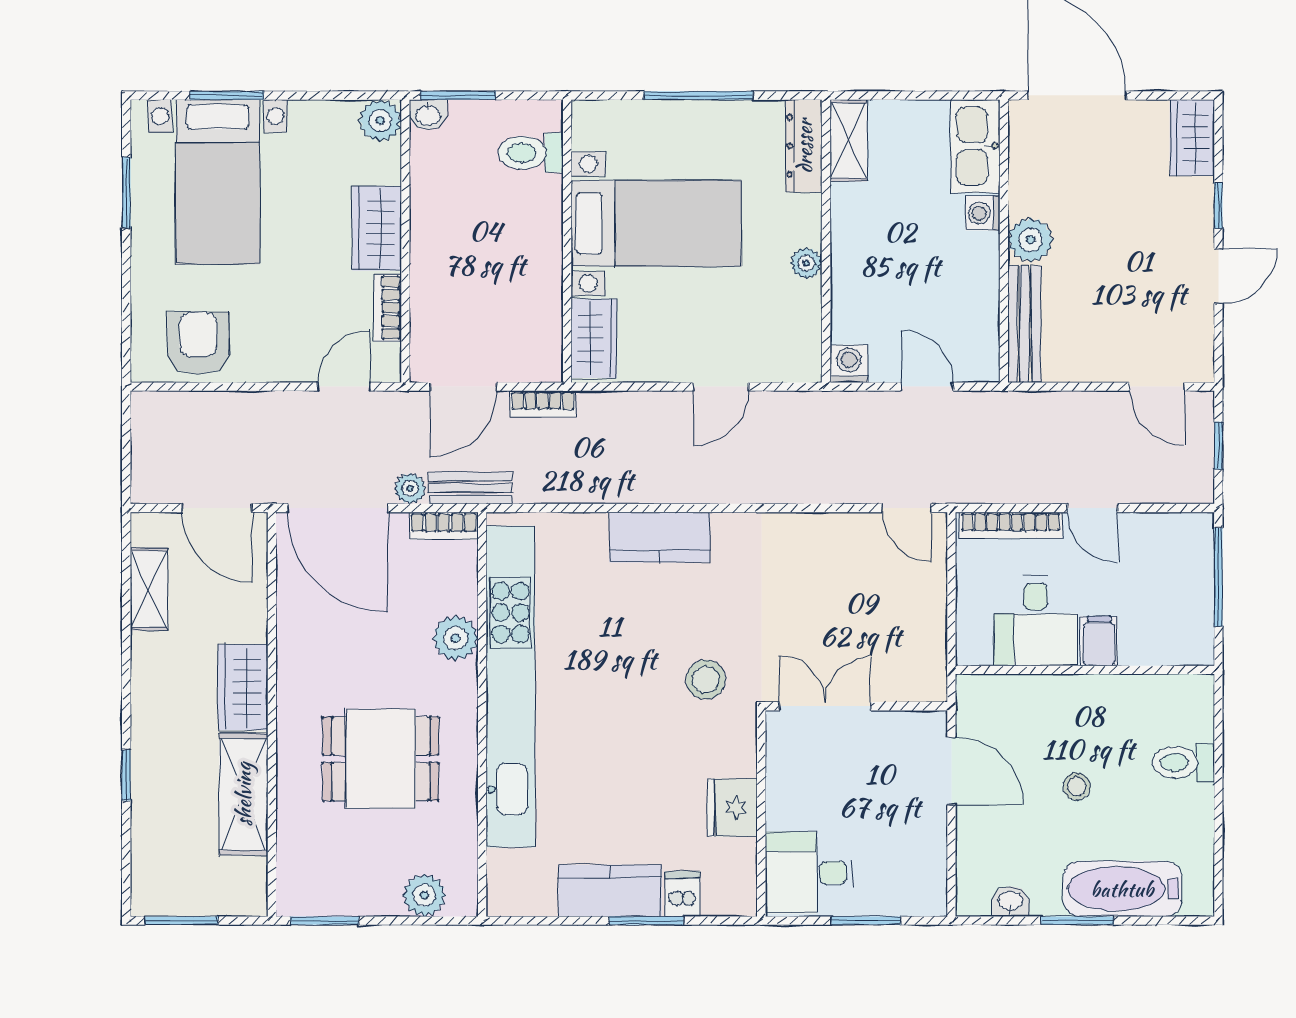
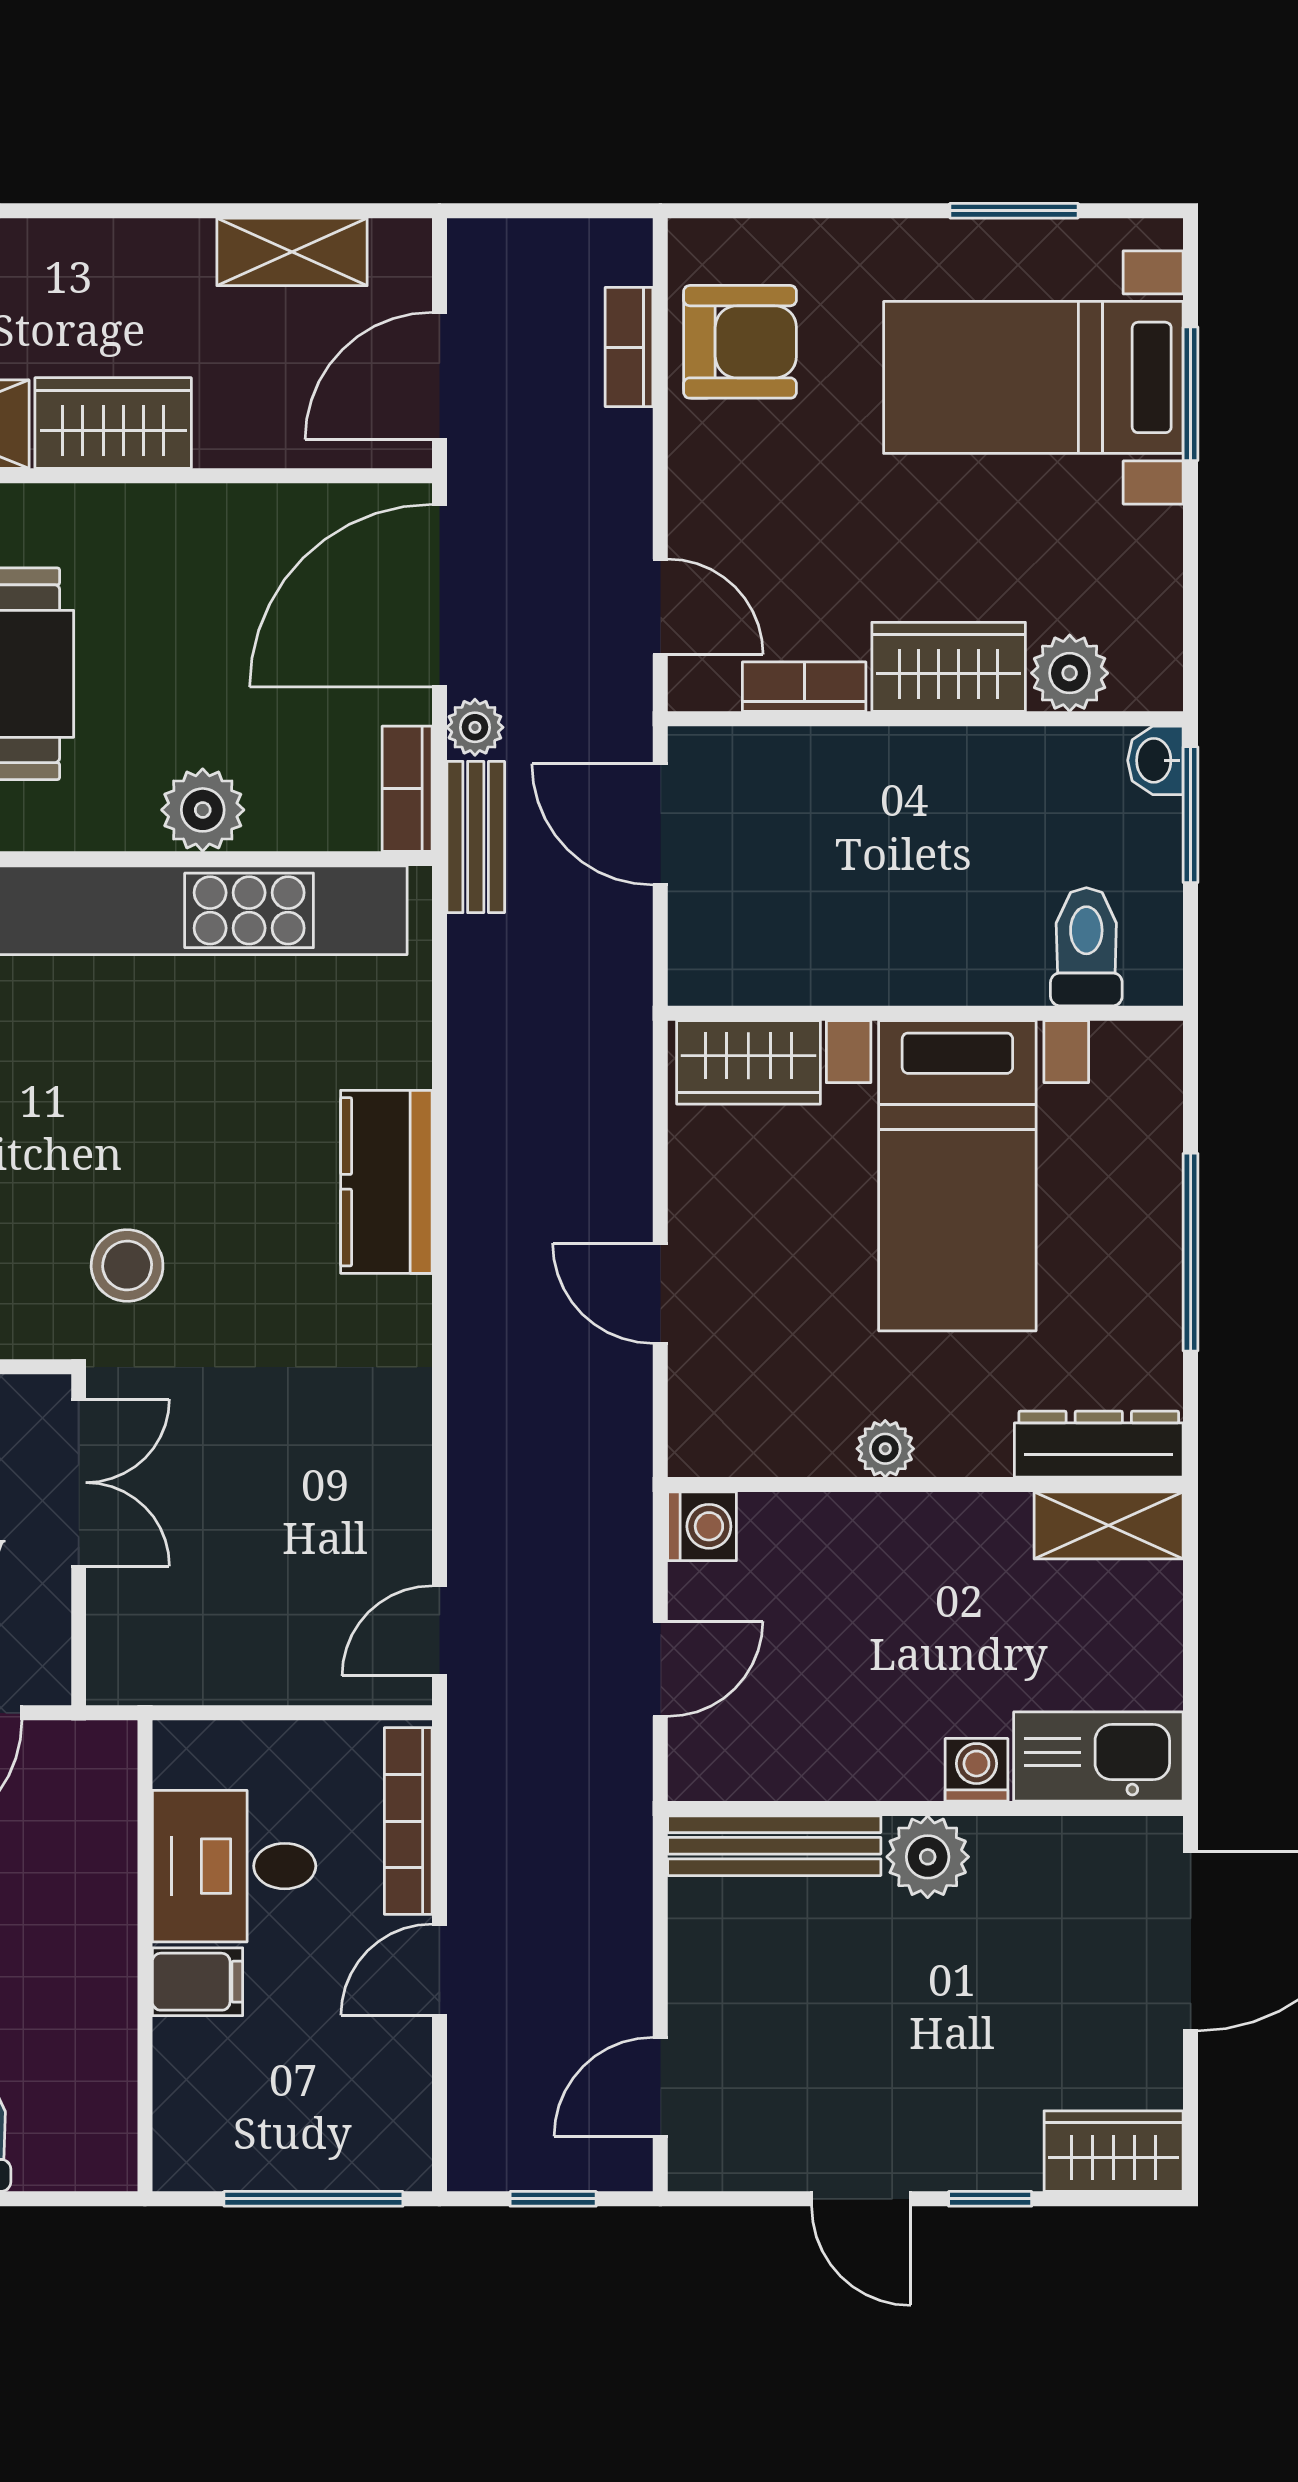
plant: (380, 121) -> (1070, 673), moved
bookcase: (543, 404) -> (629, 347), moved

